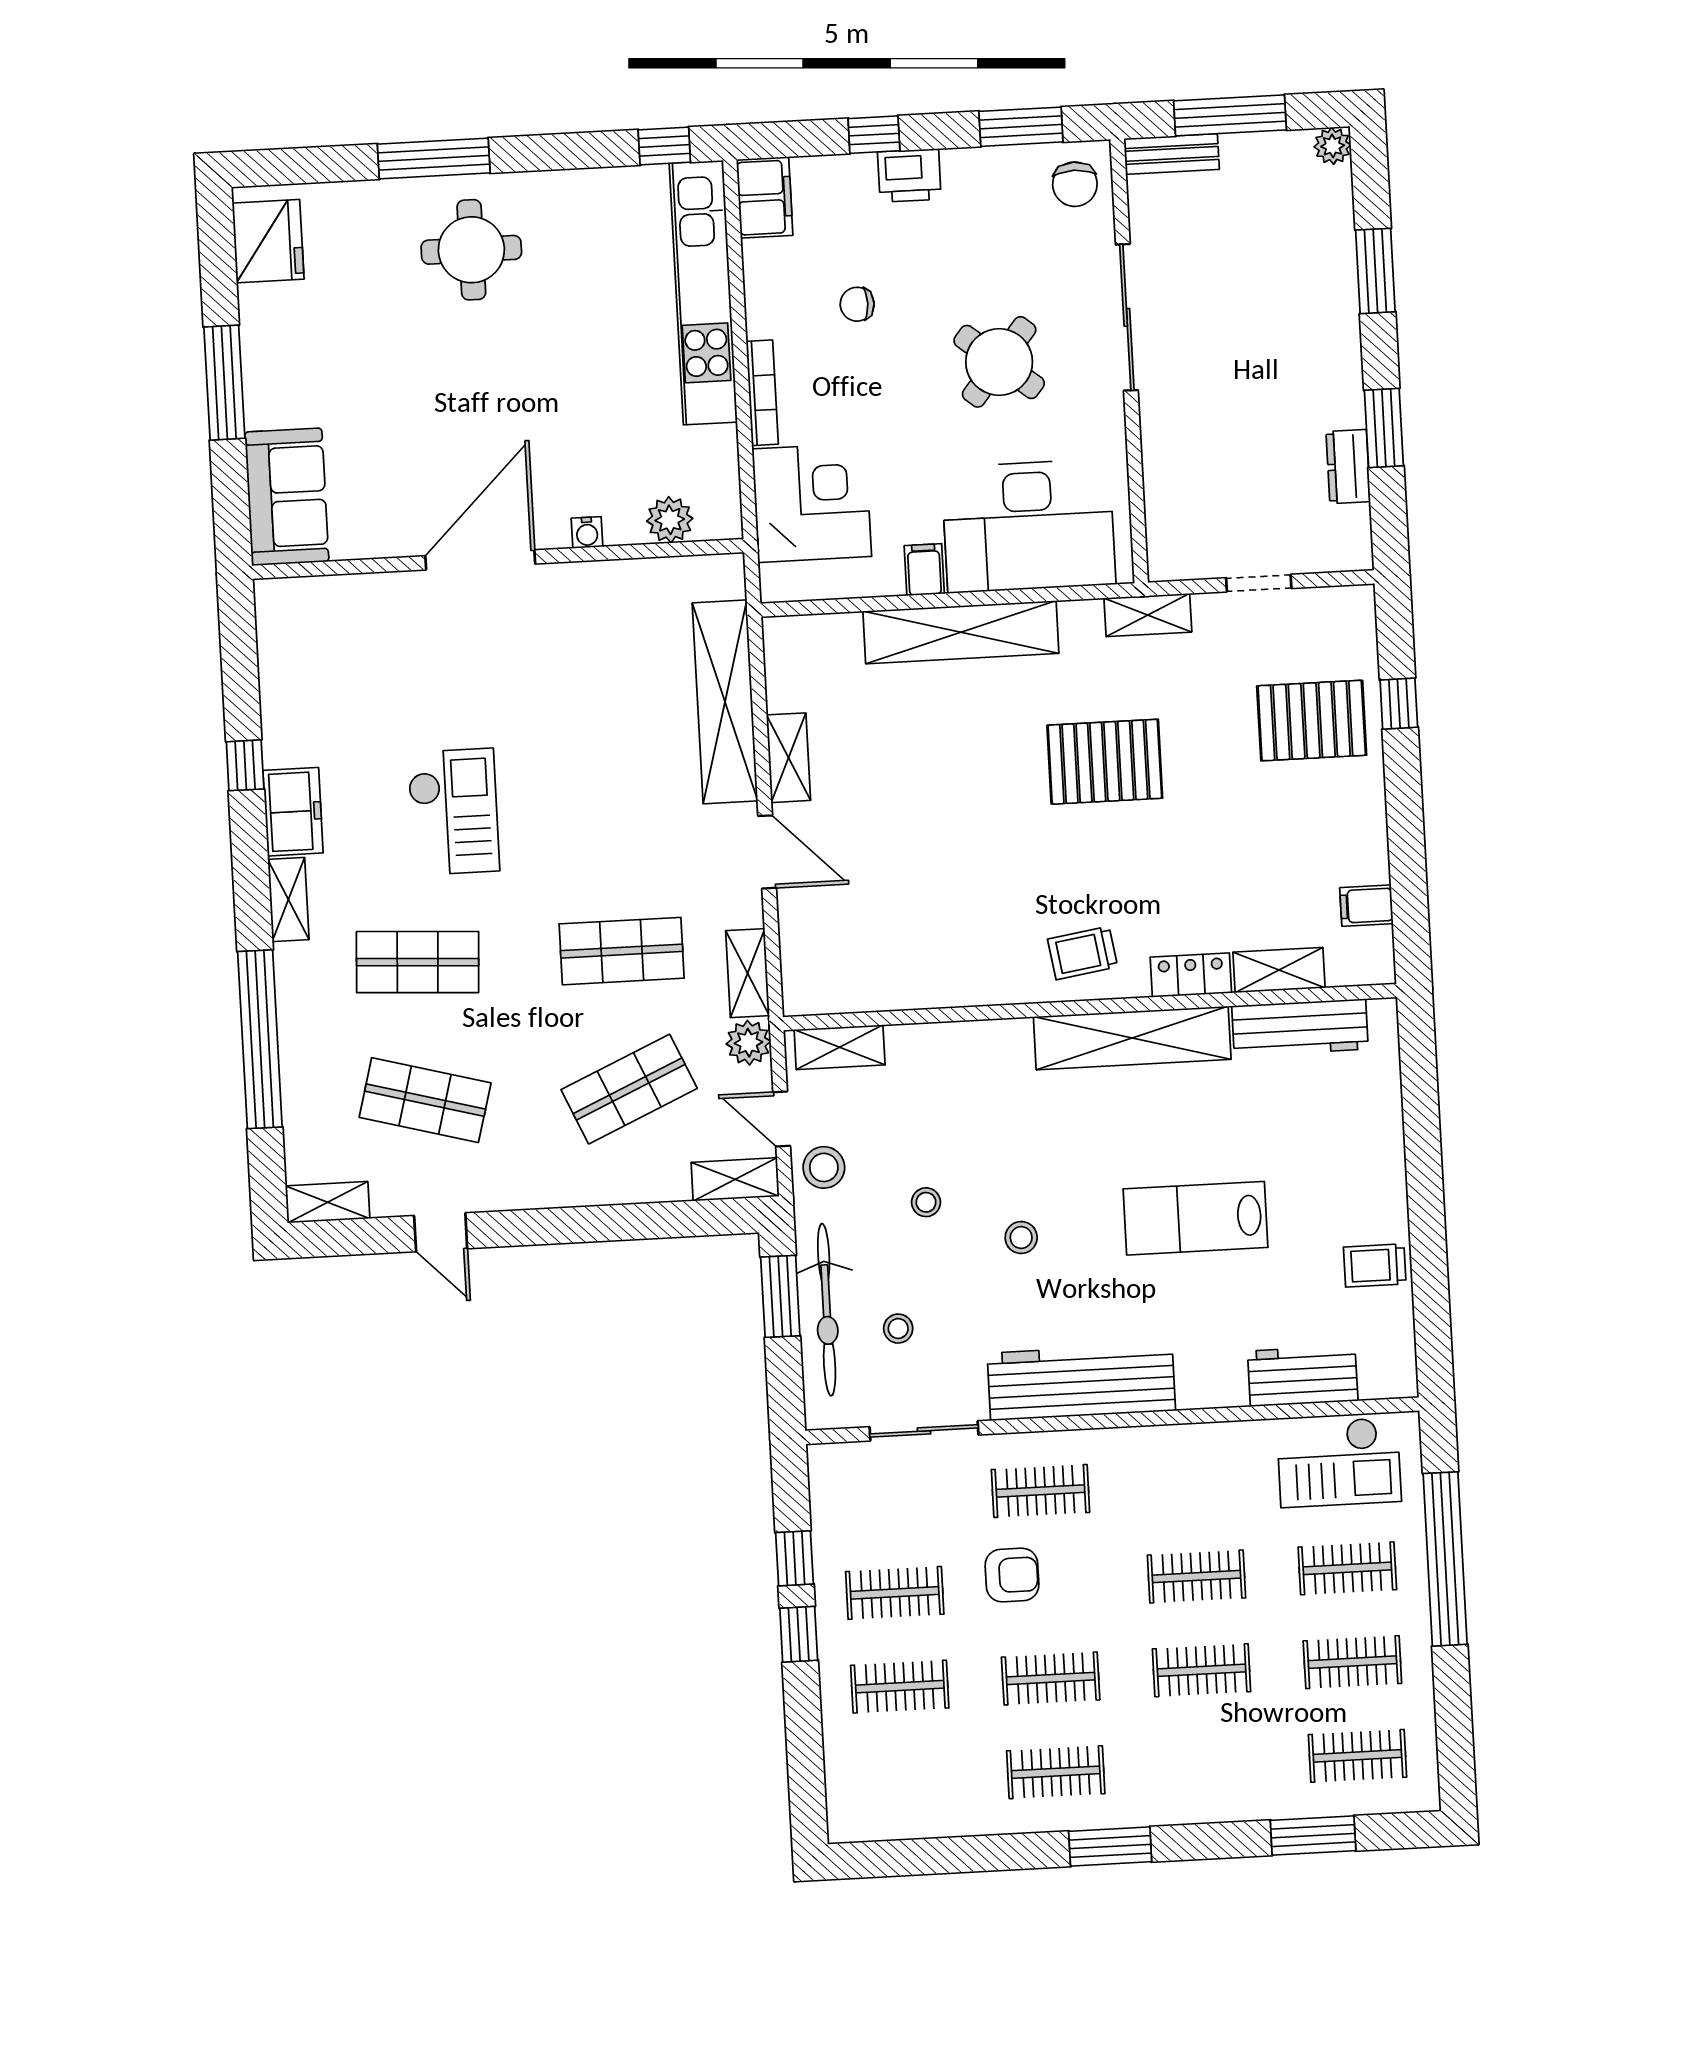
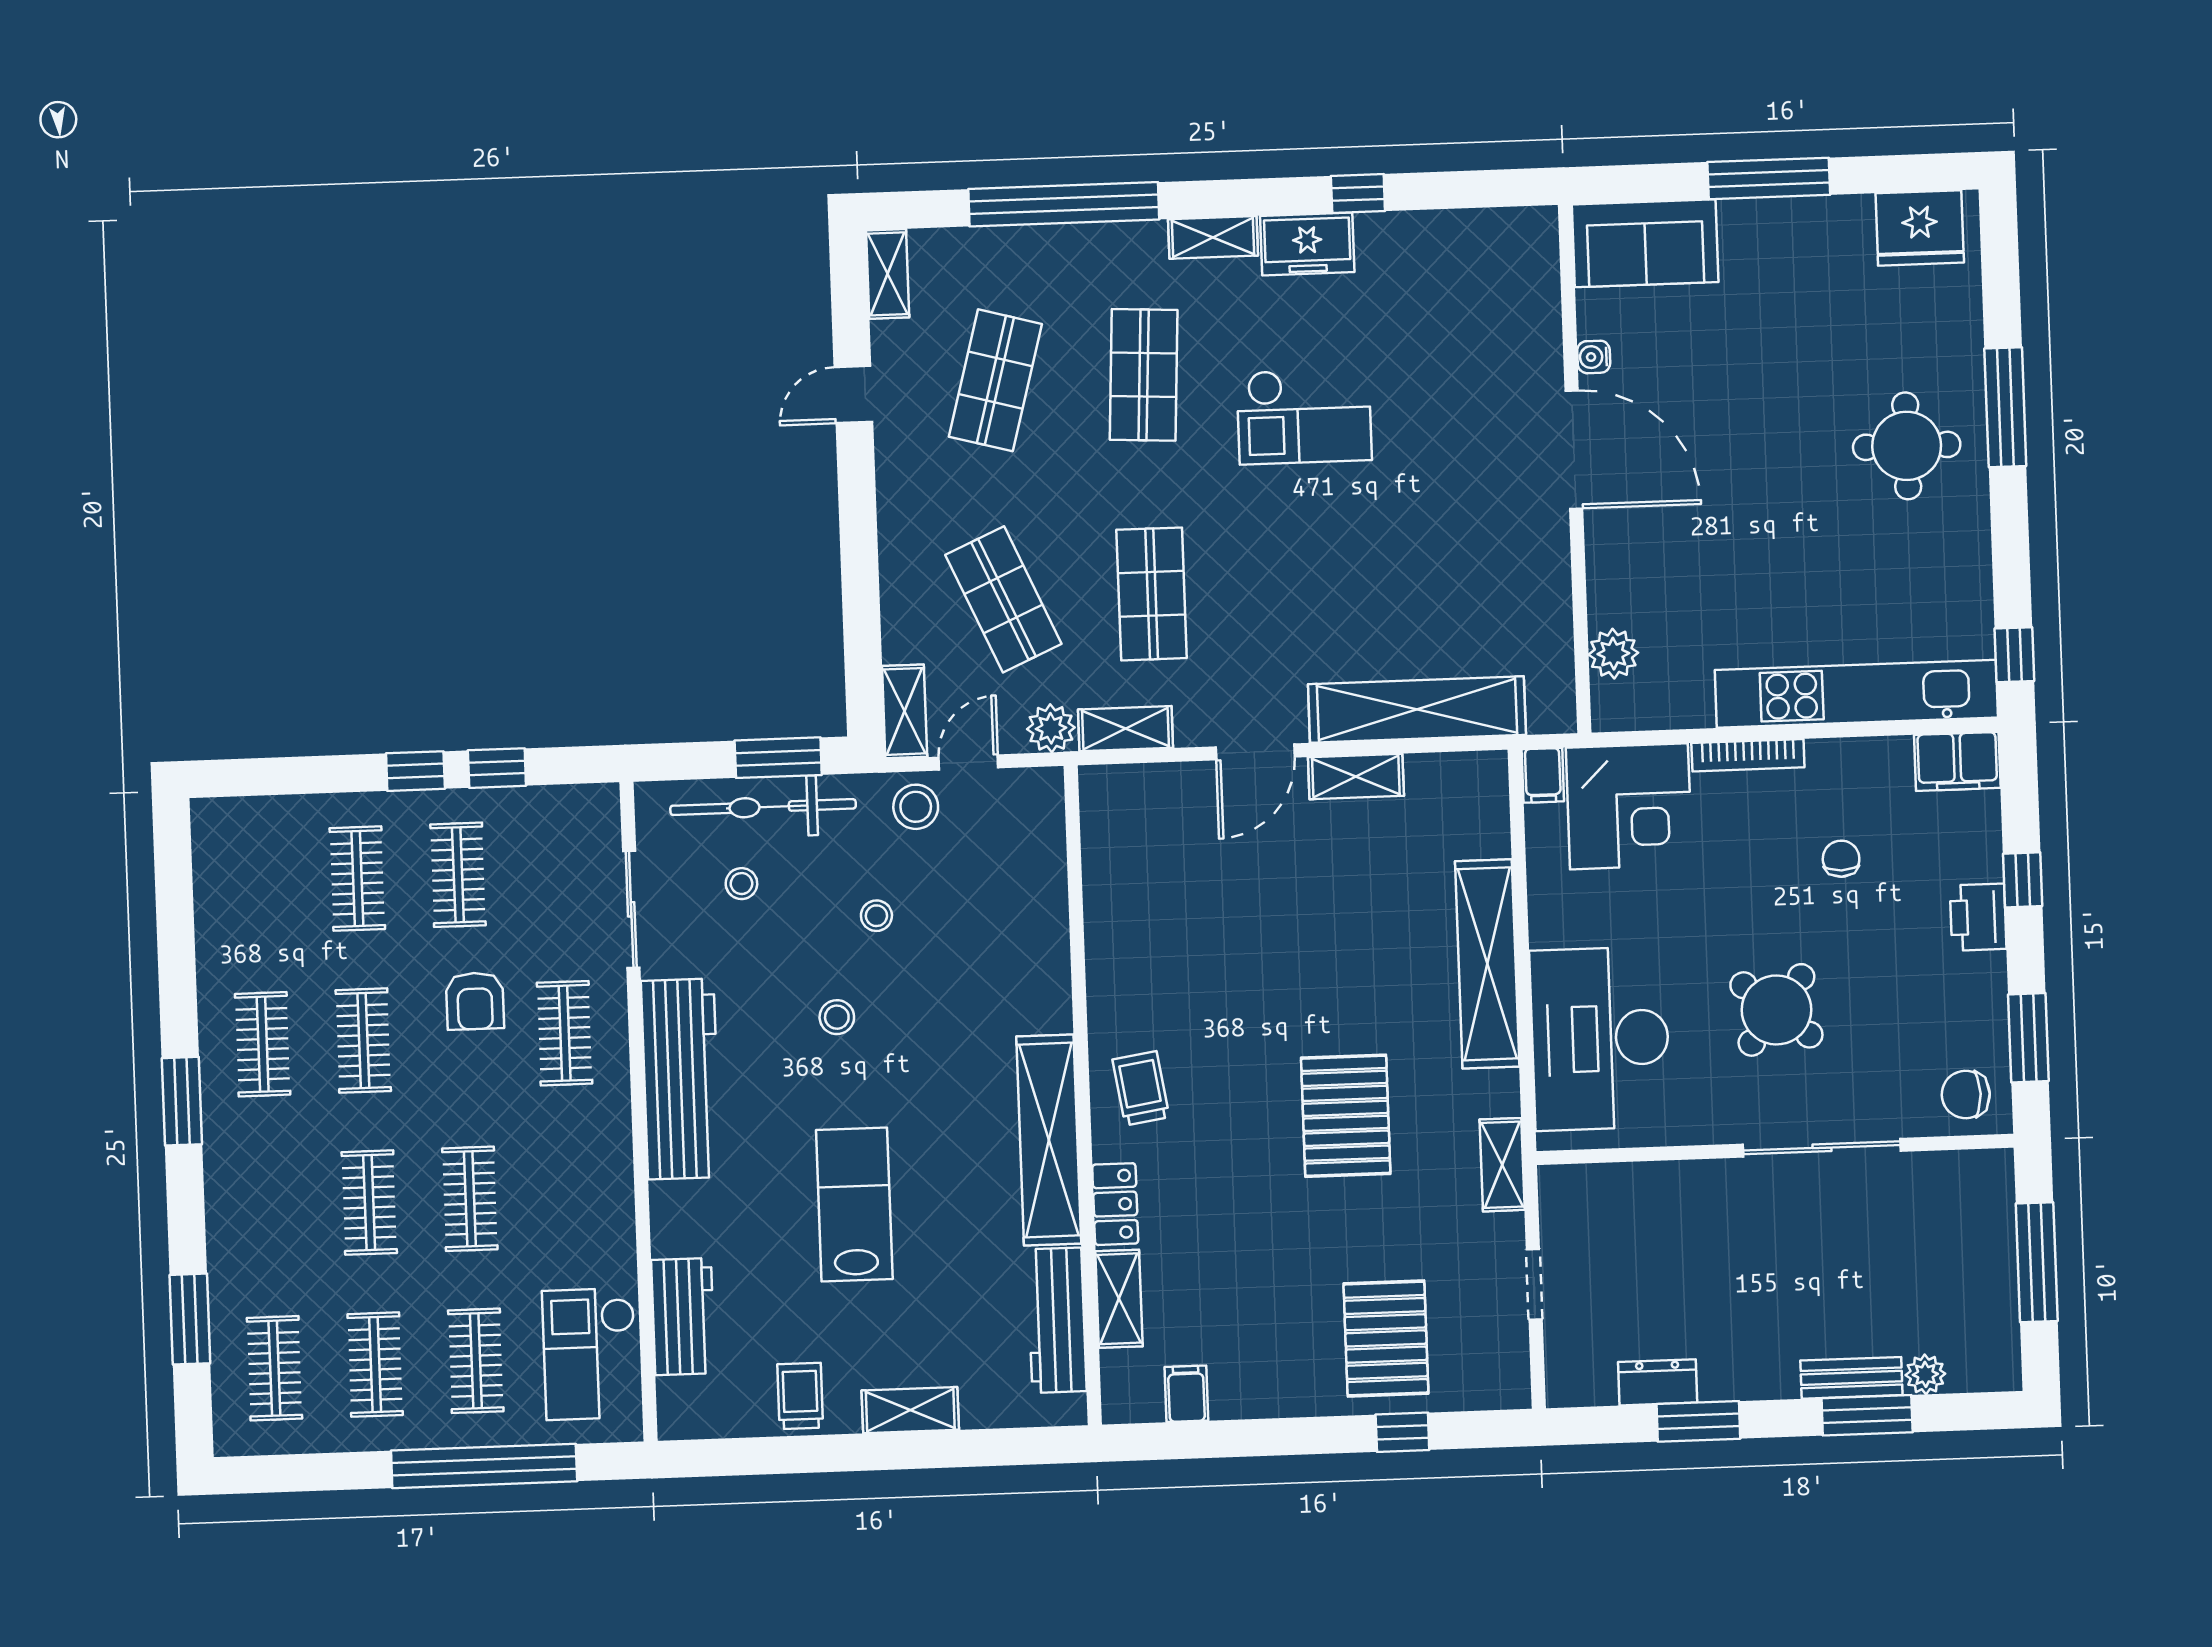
plant: (1333, 146) -> (1925, 1374), moved
bench: (1172, 154) -> (1851, 1378), moved, turned 90
water cooler: (587, 532) -> (1594, 357), moved
filing cabinet: (924, 570) -> (1543, 775), moved, turned 90
shelving: (840, 1047) -> (910, 1410), moved, turned 90

